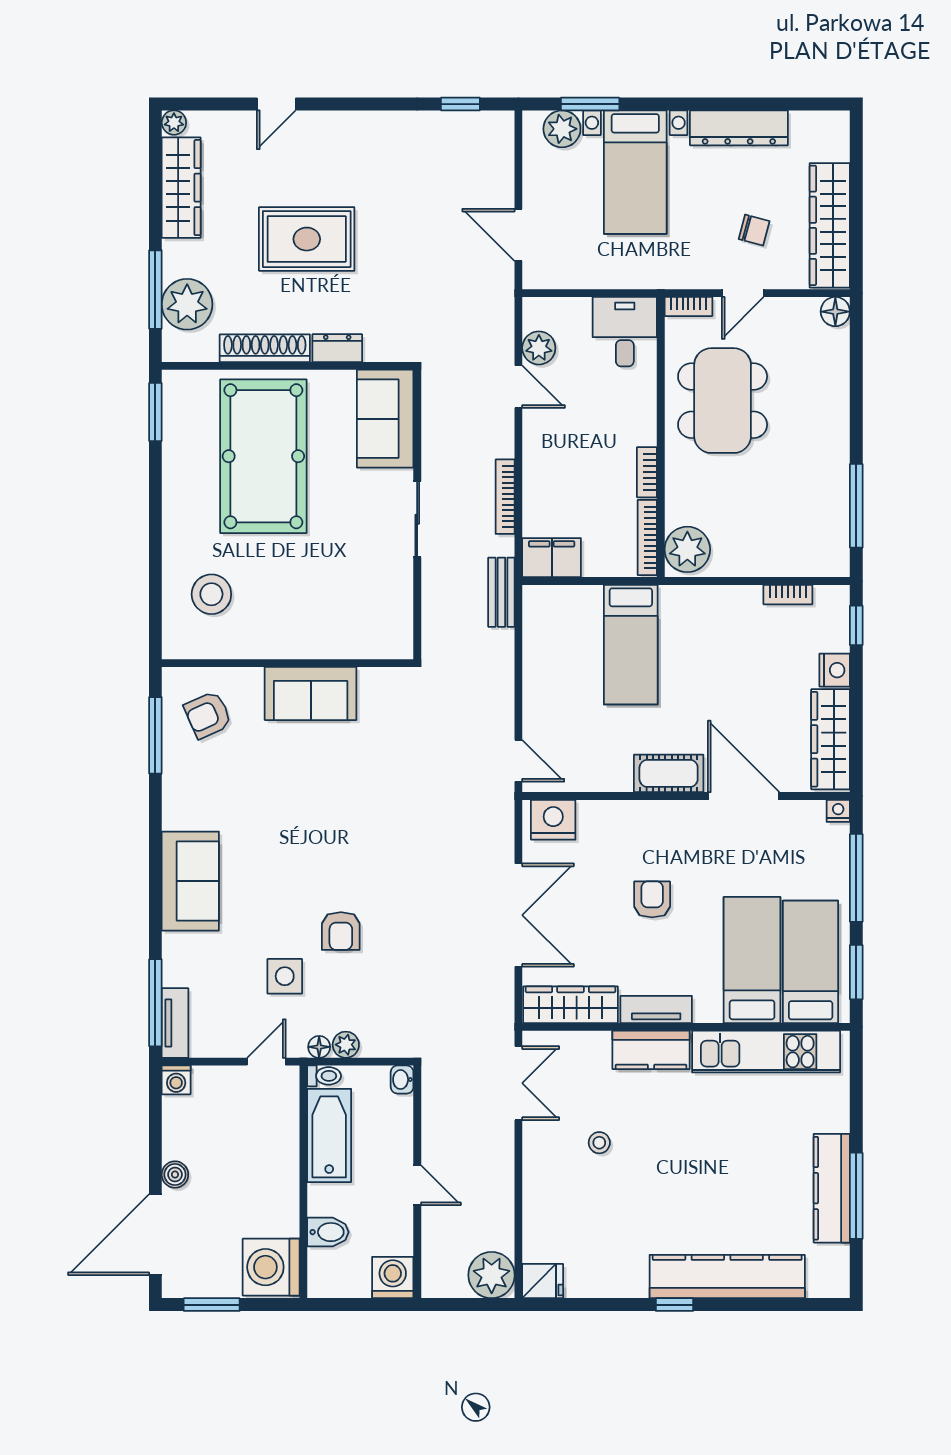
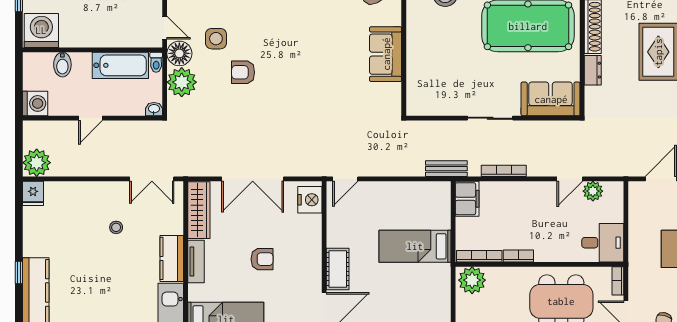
plant: (346, 1045) -> (182, 82), width x1.87, depth x1.87
floor lamp: (319, 1047) -> (179, 53), width x1.89, depth x1.89

